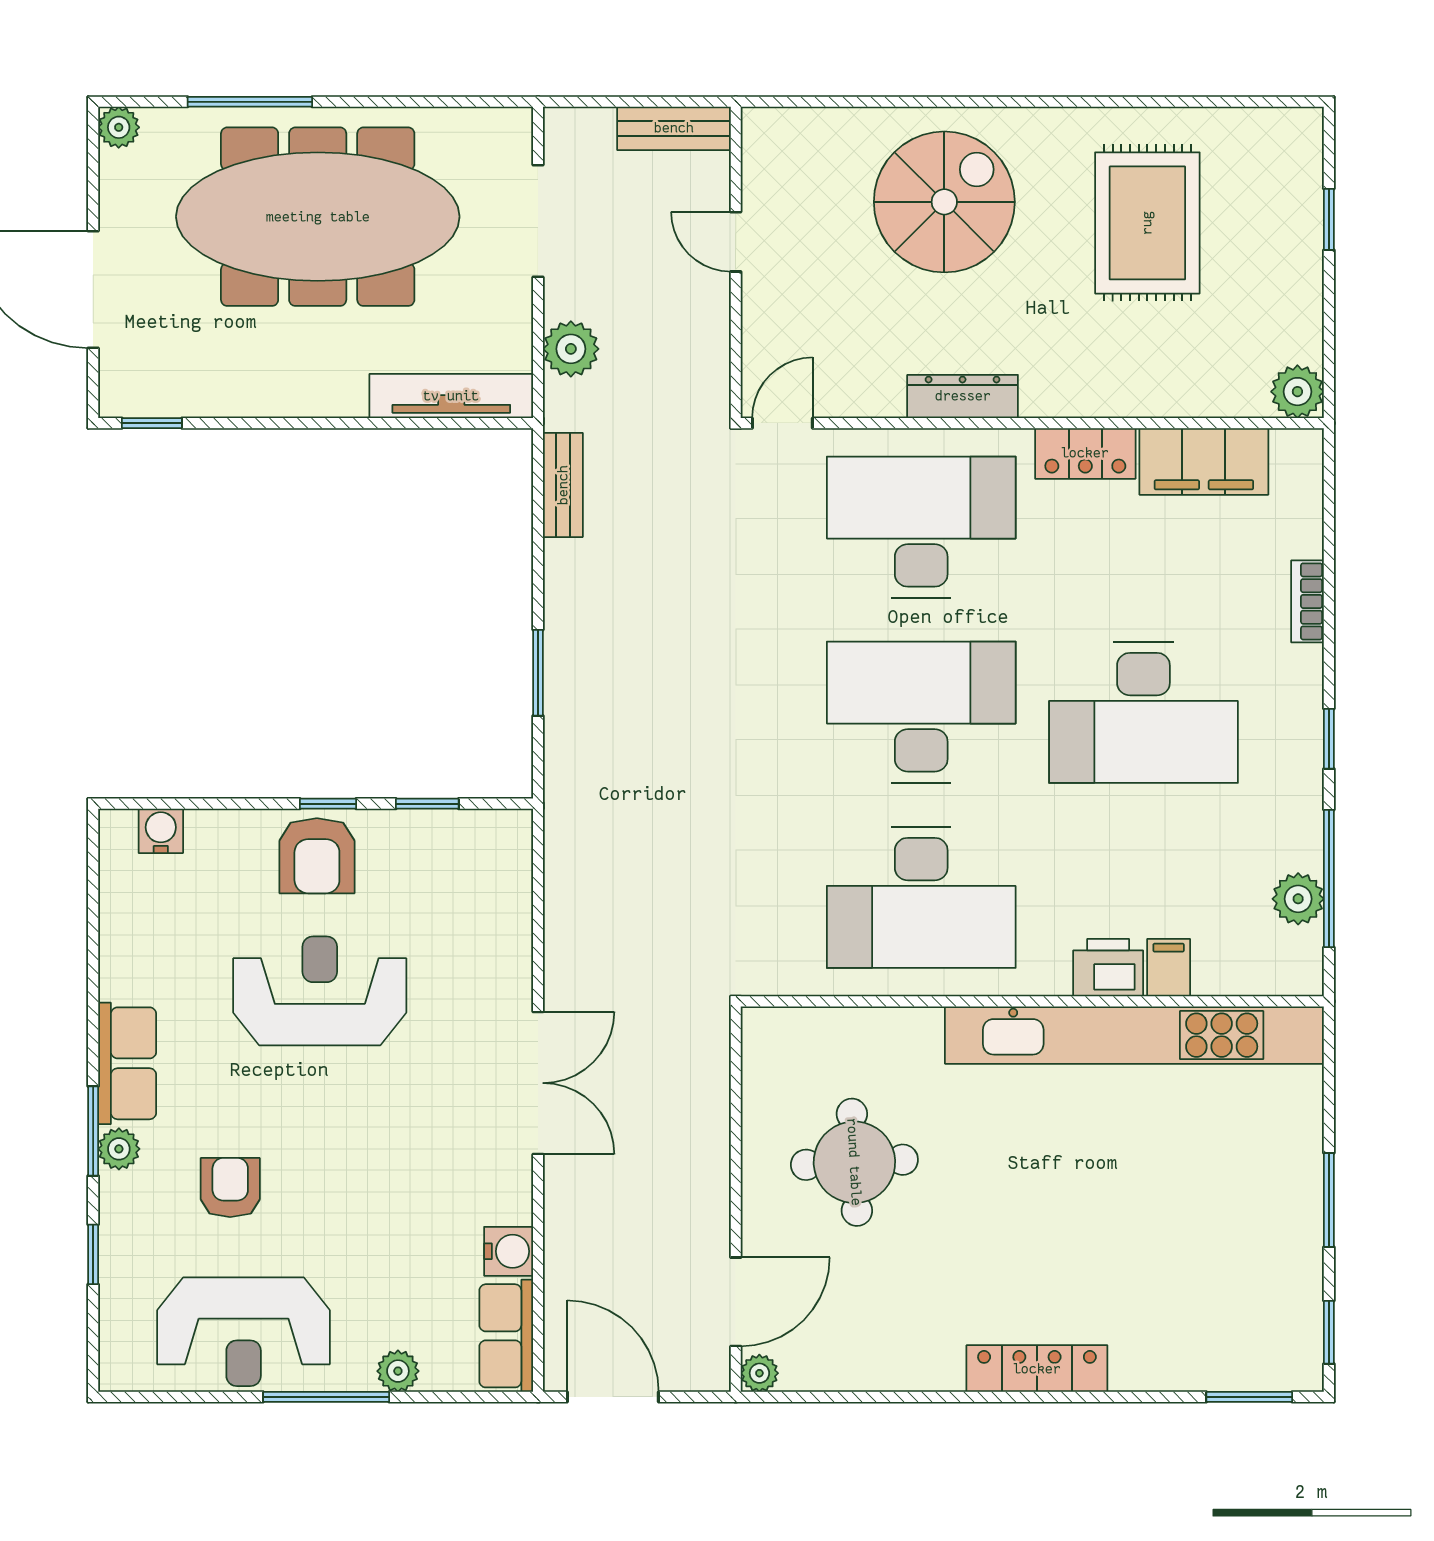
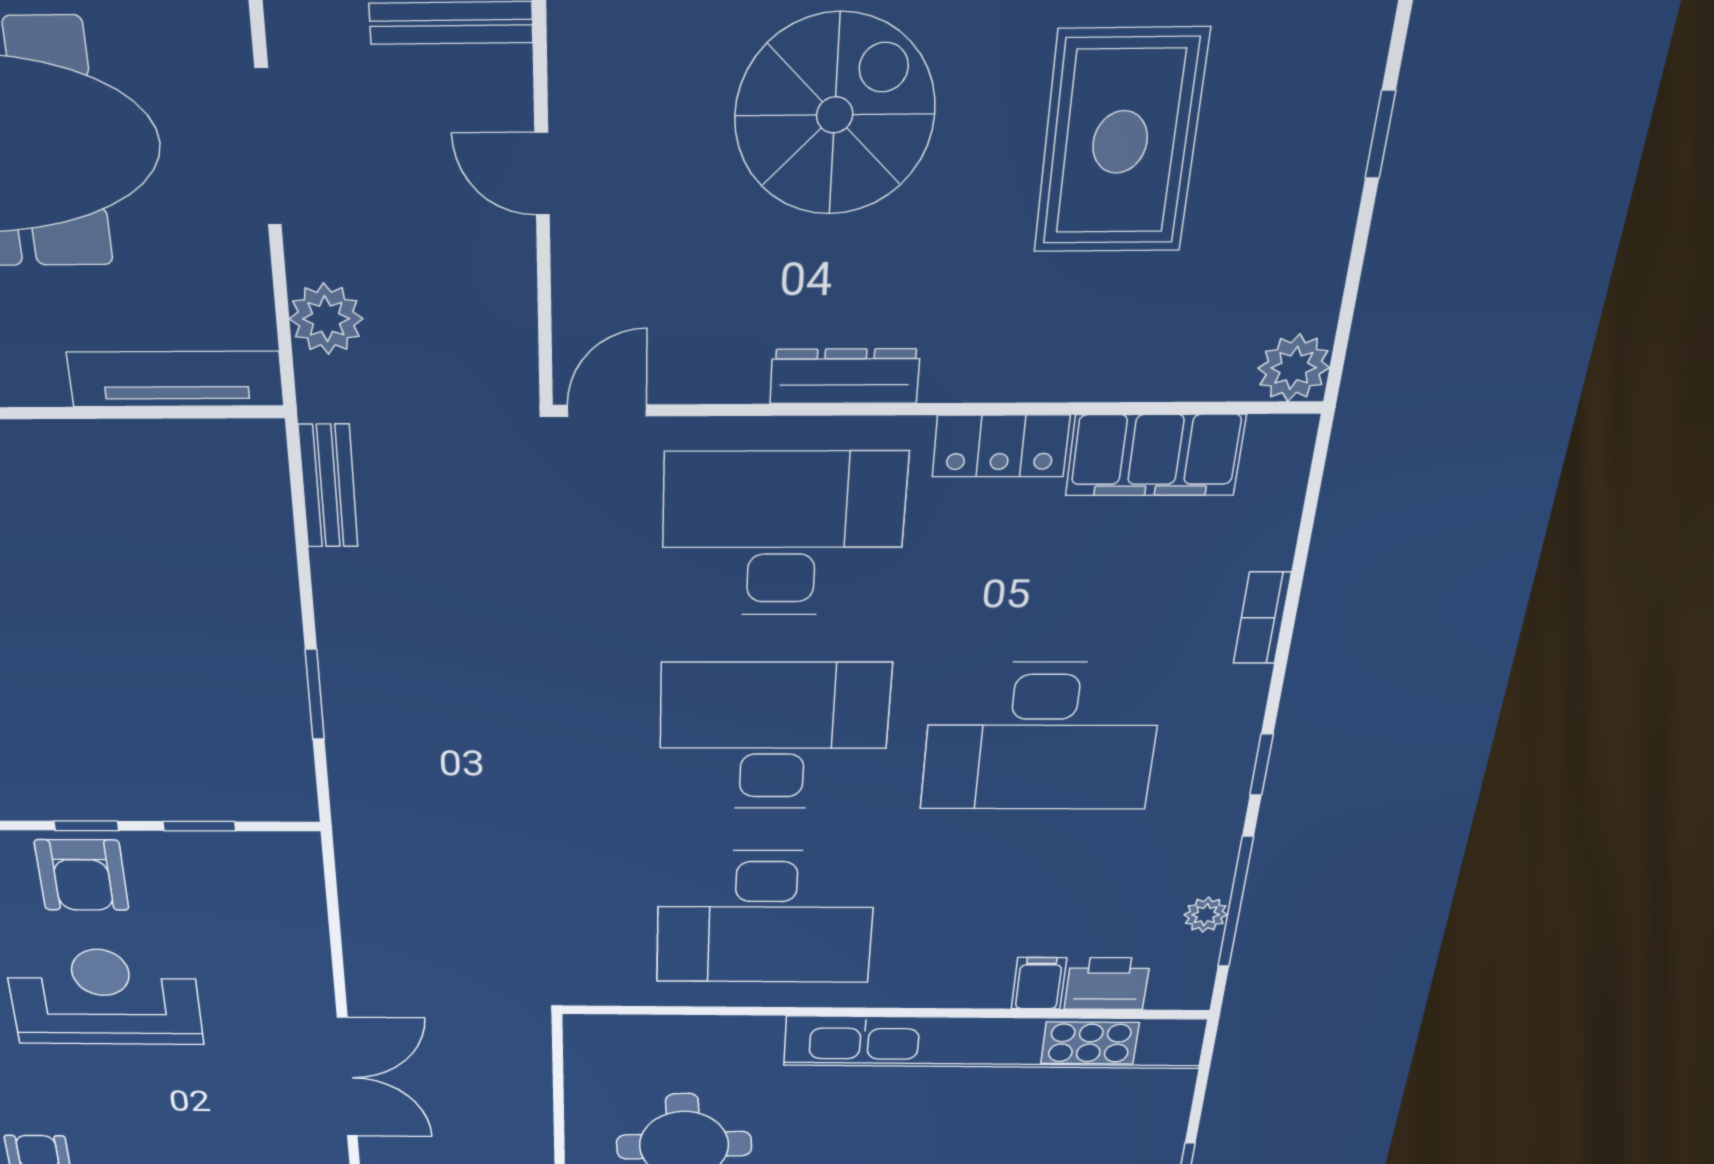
plant: (1298, 899) -> (1206, 915), width x0.73, depth x0.73
printer: (1108, 968) -> (1107, 984), moved

